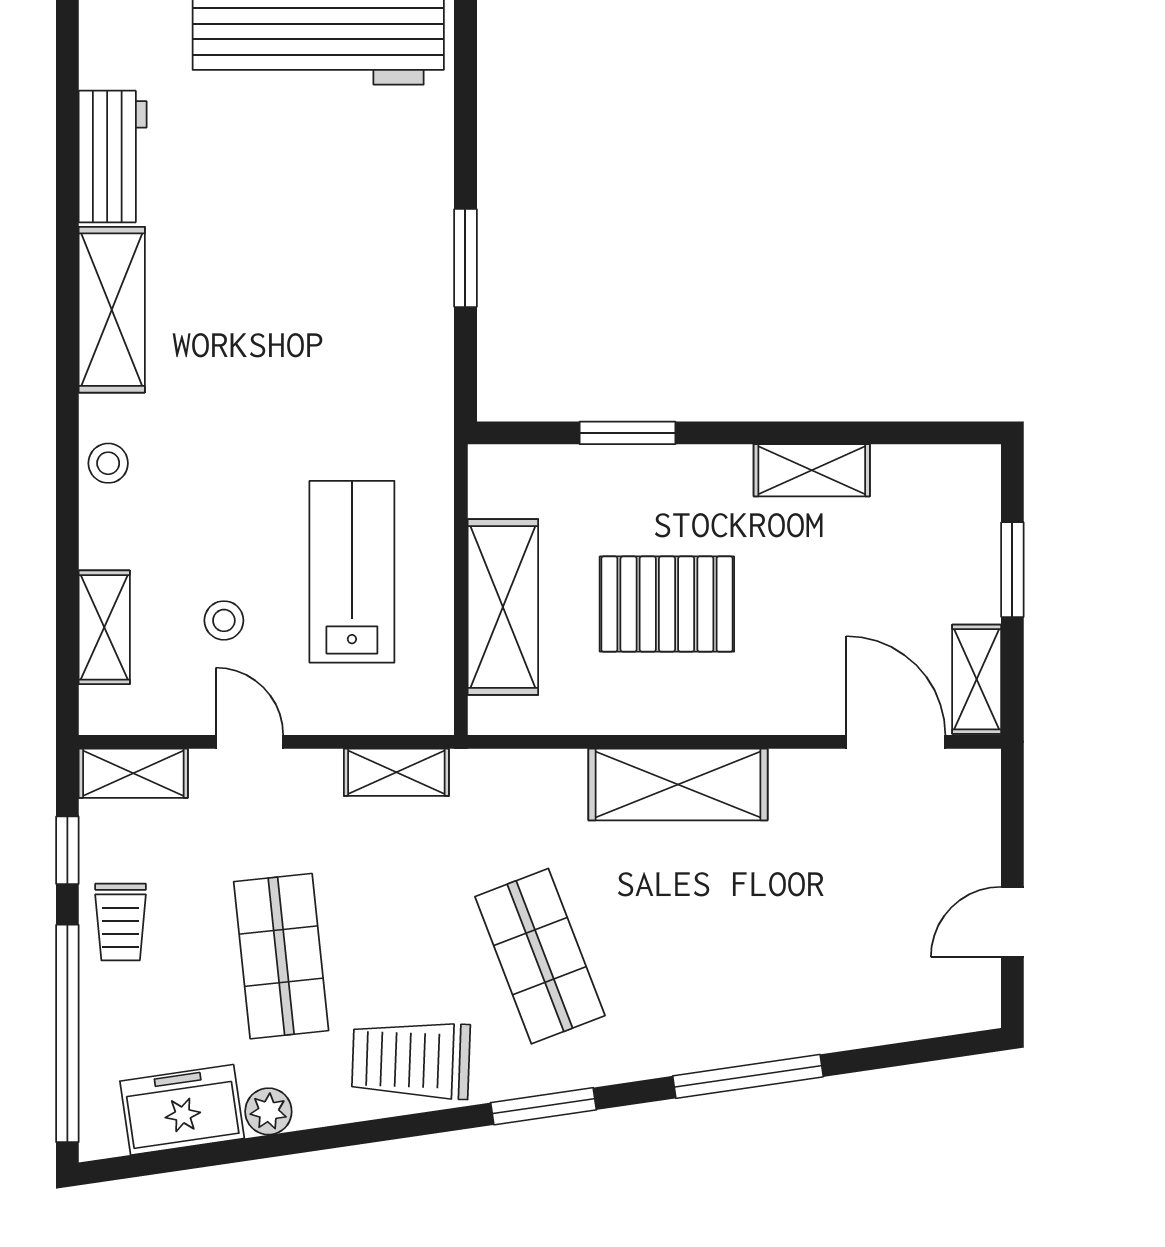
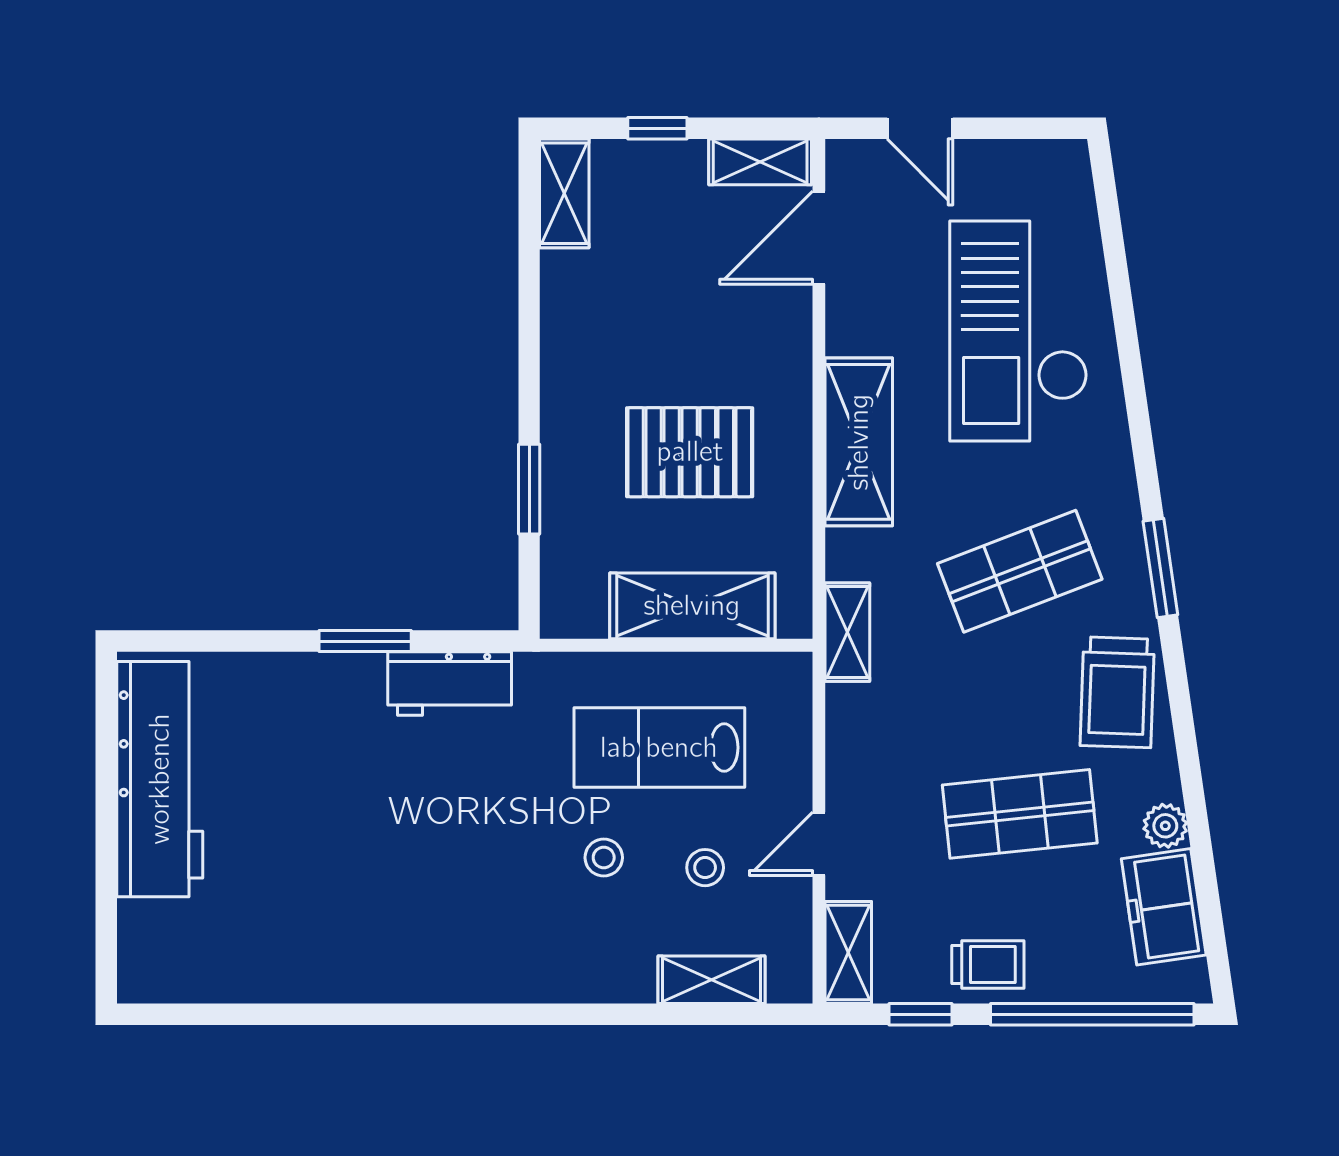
workbench: (113, 156) -> (450, 684), moved, turned 180
shelving: (112, 310) -> (414, 973), removed
stool: (108, 463) -> (604, 858), moved
shelving: (812, 470) -> (564, 193), moved
window: (1012, 570) -> (657, 128), width x0.67
pallet: (667, 604) -> (690, 452), turned 90
shelving: (396, 772) -> (847, 632), moved
door: (1012, 922) -> (920, 128), moved
checkout: (796, 955) -> (1019, 331), added
window: (748, 1076) -> (1133, 376), removed

